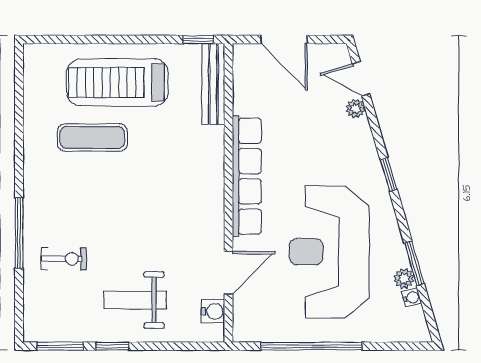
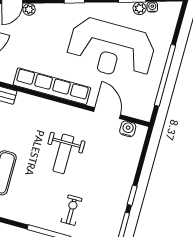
weight bench: (135, 300) -> (63, 154), moved

